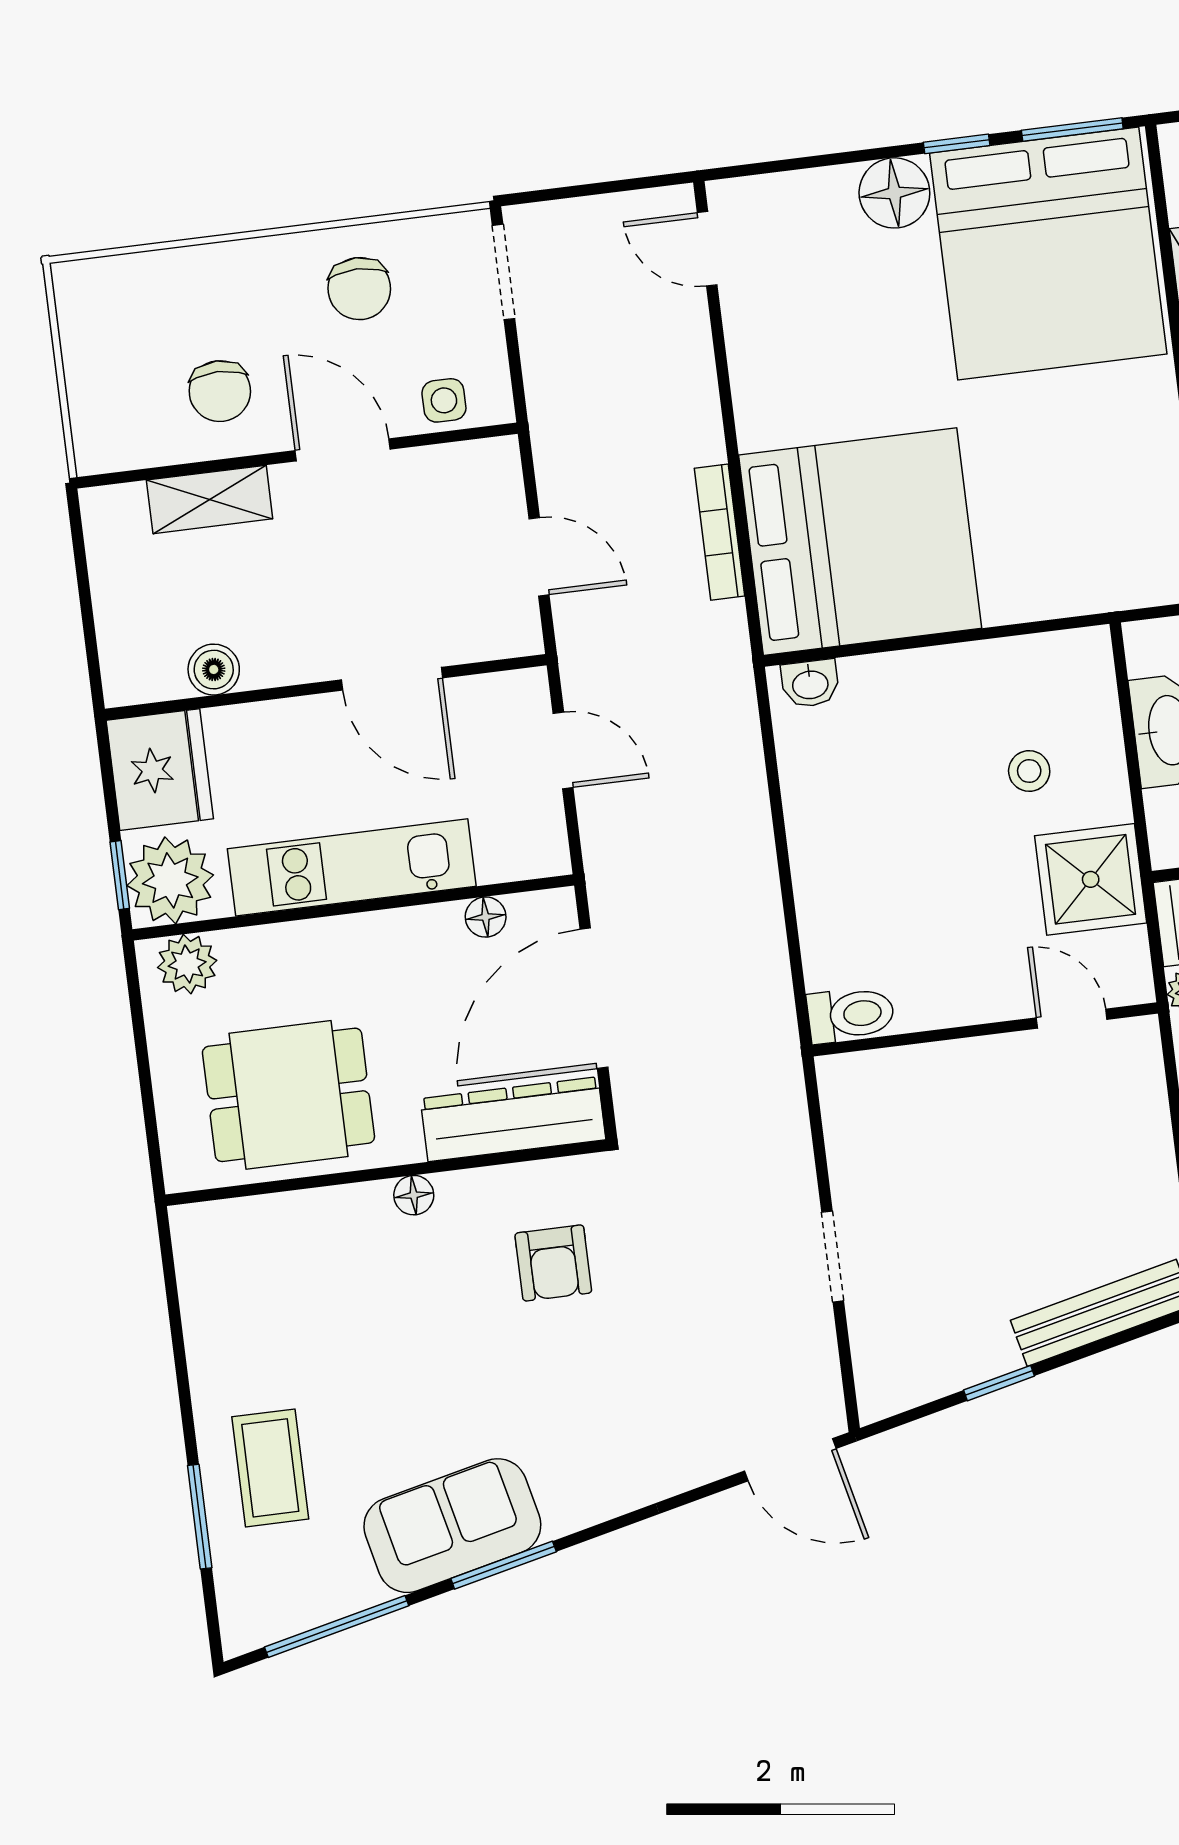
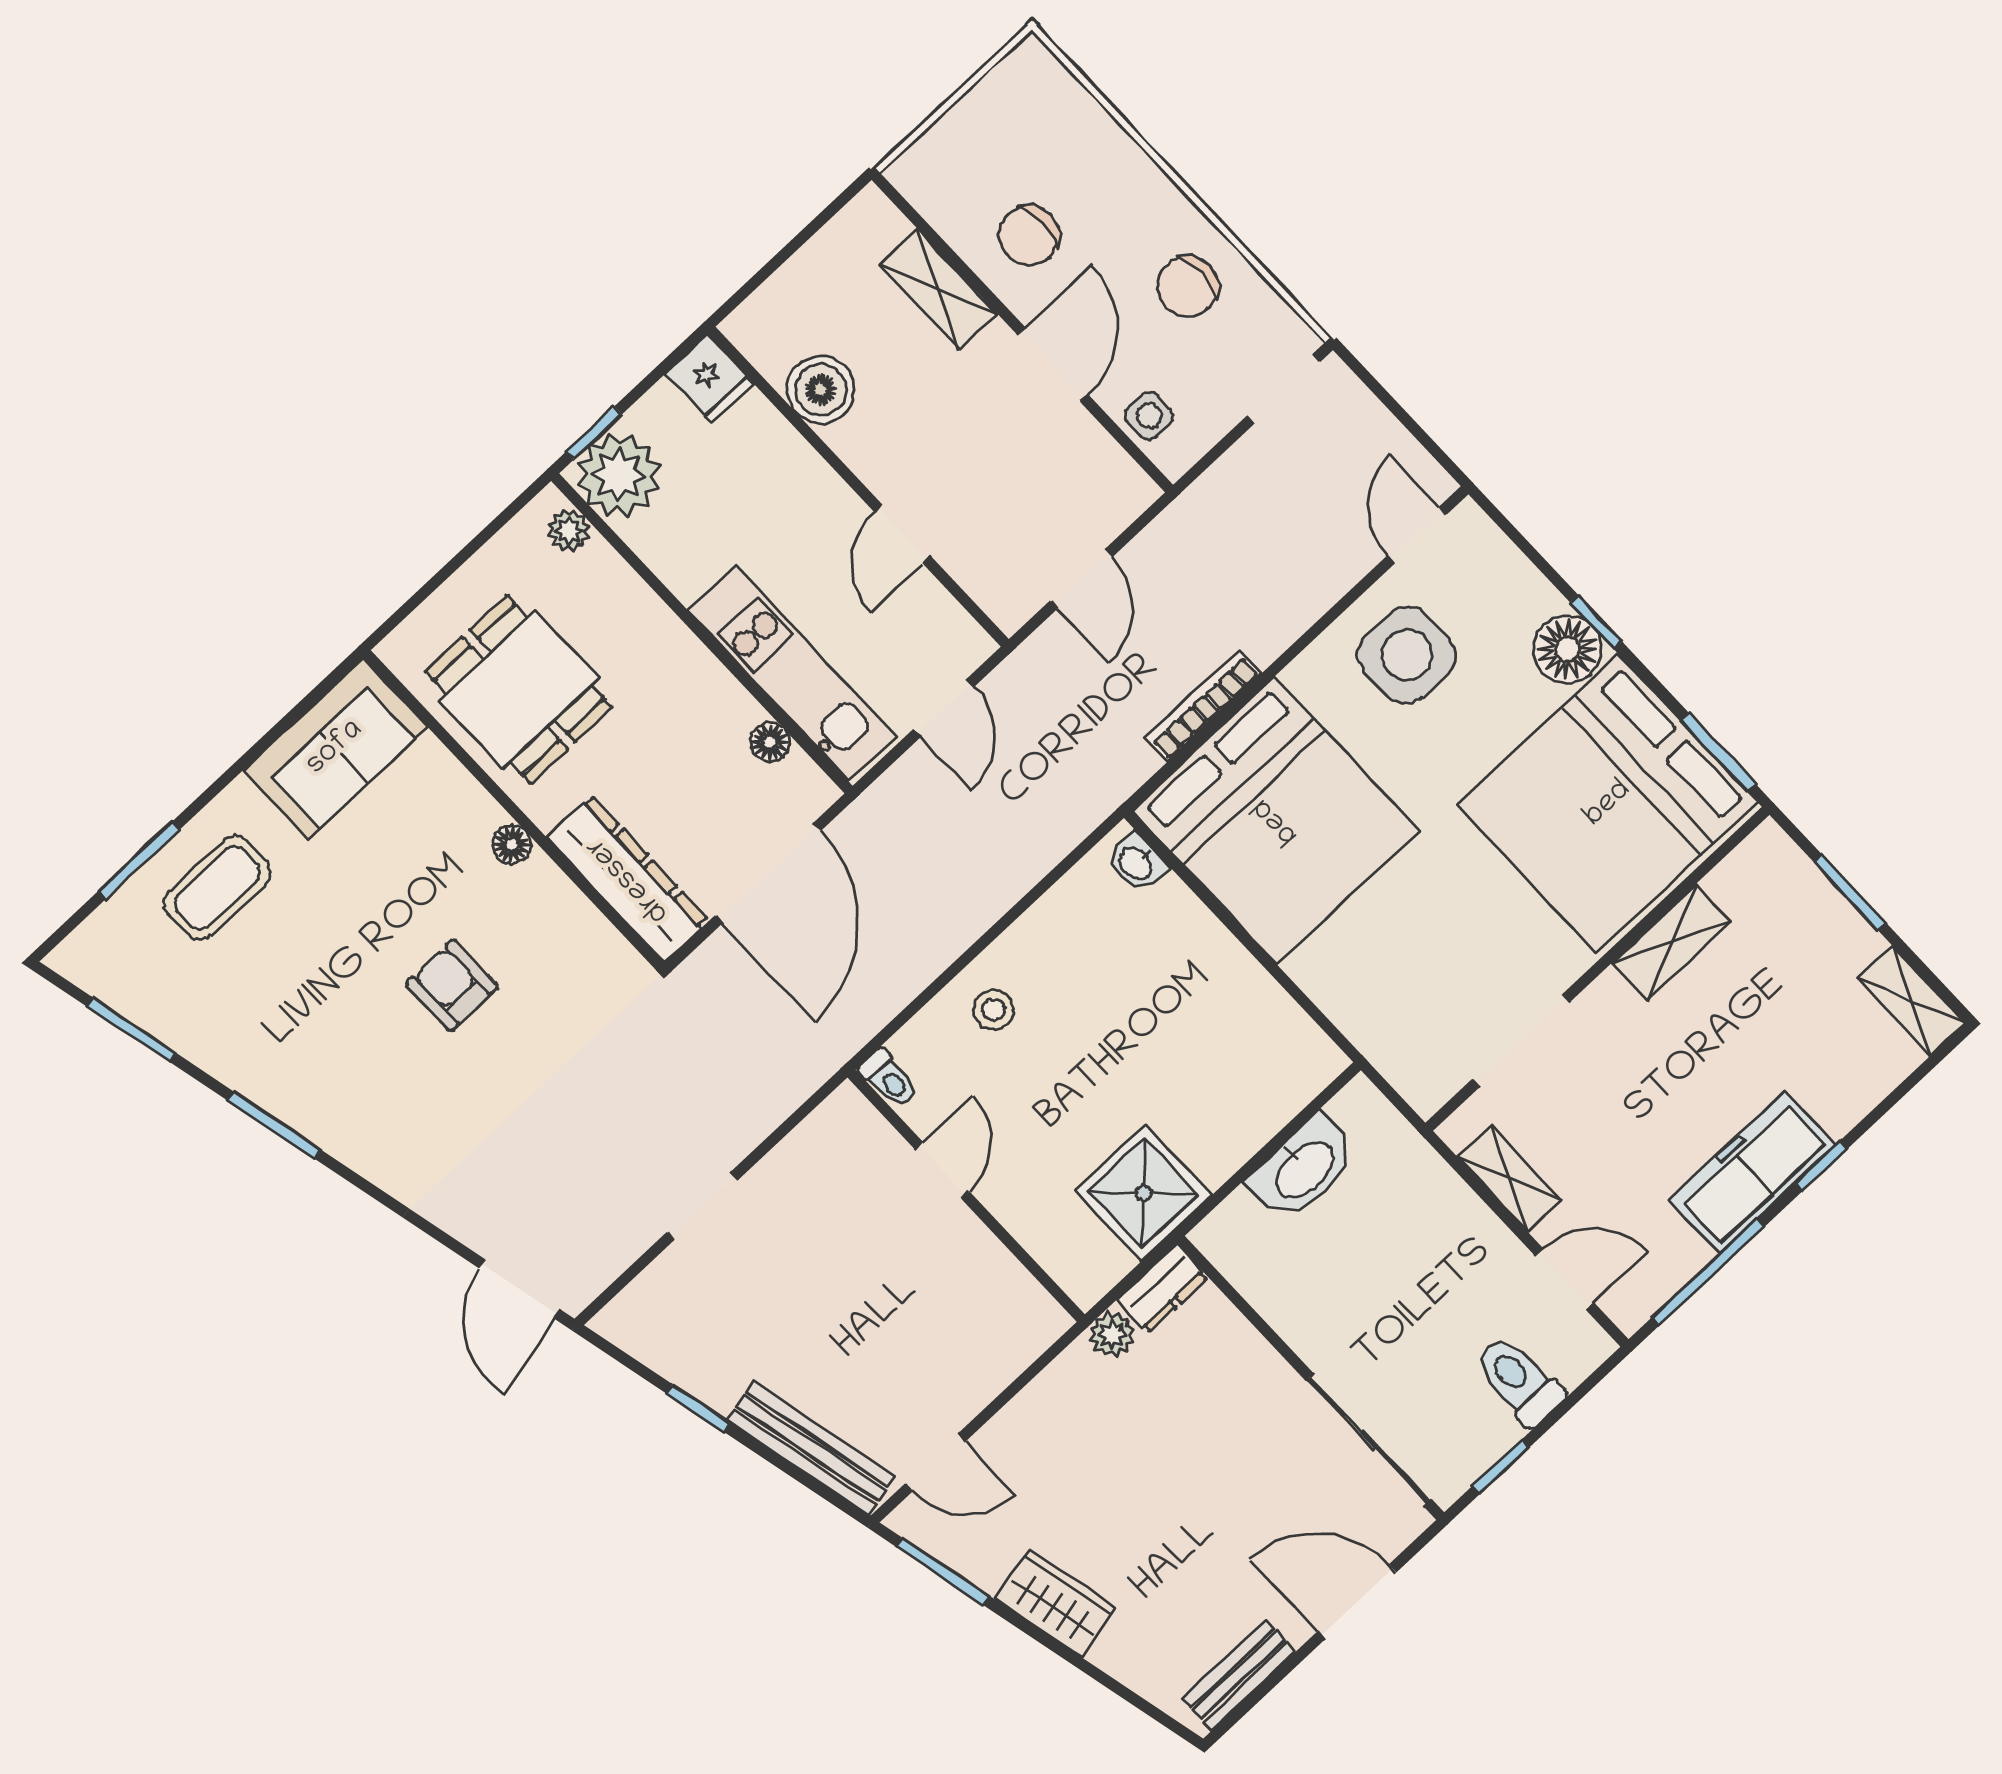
window: (957, 144) -> (1596, 622), moved
side table: (801, 331) -> (1407, 655), added
boiler: (214, 670) -> (821, 390), width x1.36, depth x1.36
door: (392, 679) -> (902, 534), width x0.73
fridge: (160, 770) -> (710, 378), width x0.53, depth x0.75
stool: (1029, 771) -> (993, 1010), moved
kitchen unit: (352, 867) -> (792, 673), moved
plant: (187, 964) -> (569, 531), width x0.73, depth x0.73
door: (594, 998) -> (768, 873), swing flipped
toilet: (851, 1015) -> (889, 1079), width x0.73, depth x0.72
door: (1072, 1019) -> (942, 1170), moved
armchair: (553, 1263) -> (452, 985), moved, turned 90
sofa: (452, 1526) -> (335, 748), moved, turned 103
window: (337, 1626) -> (131, 1030), width x0.69

